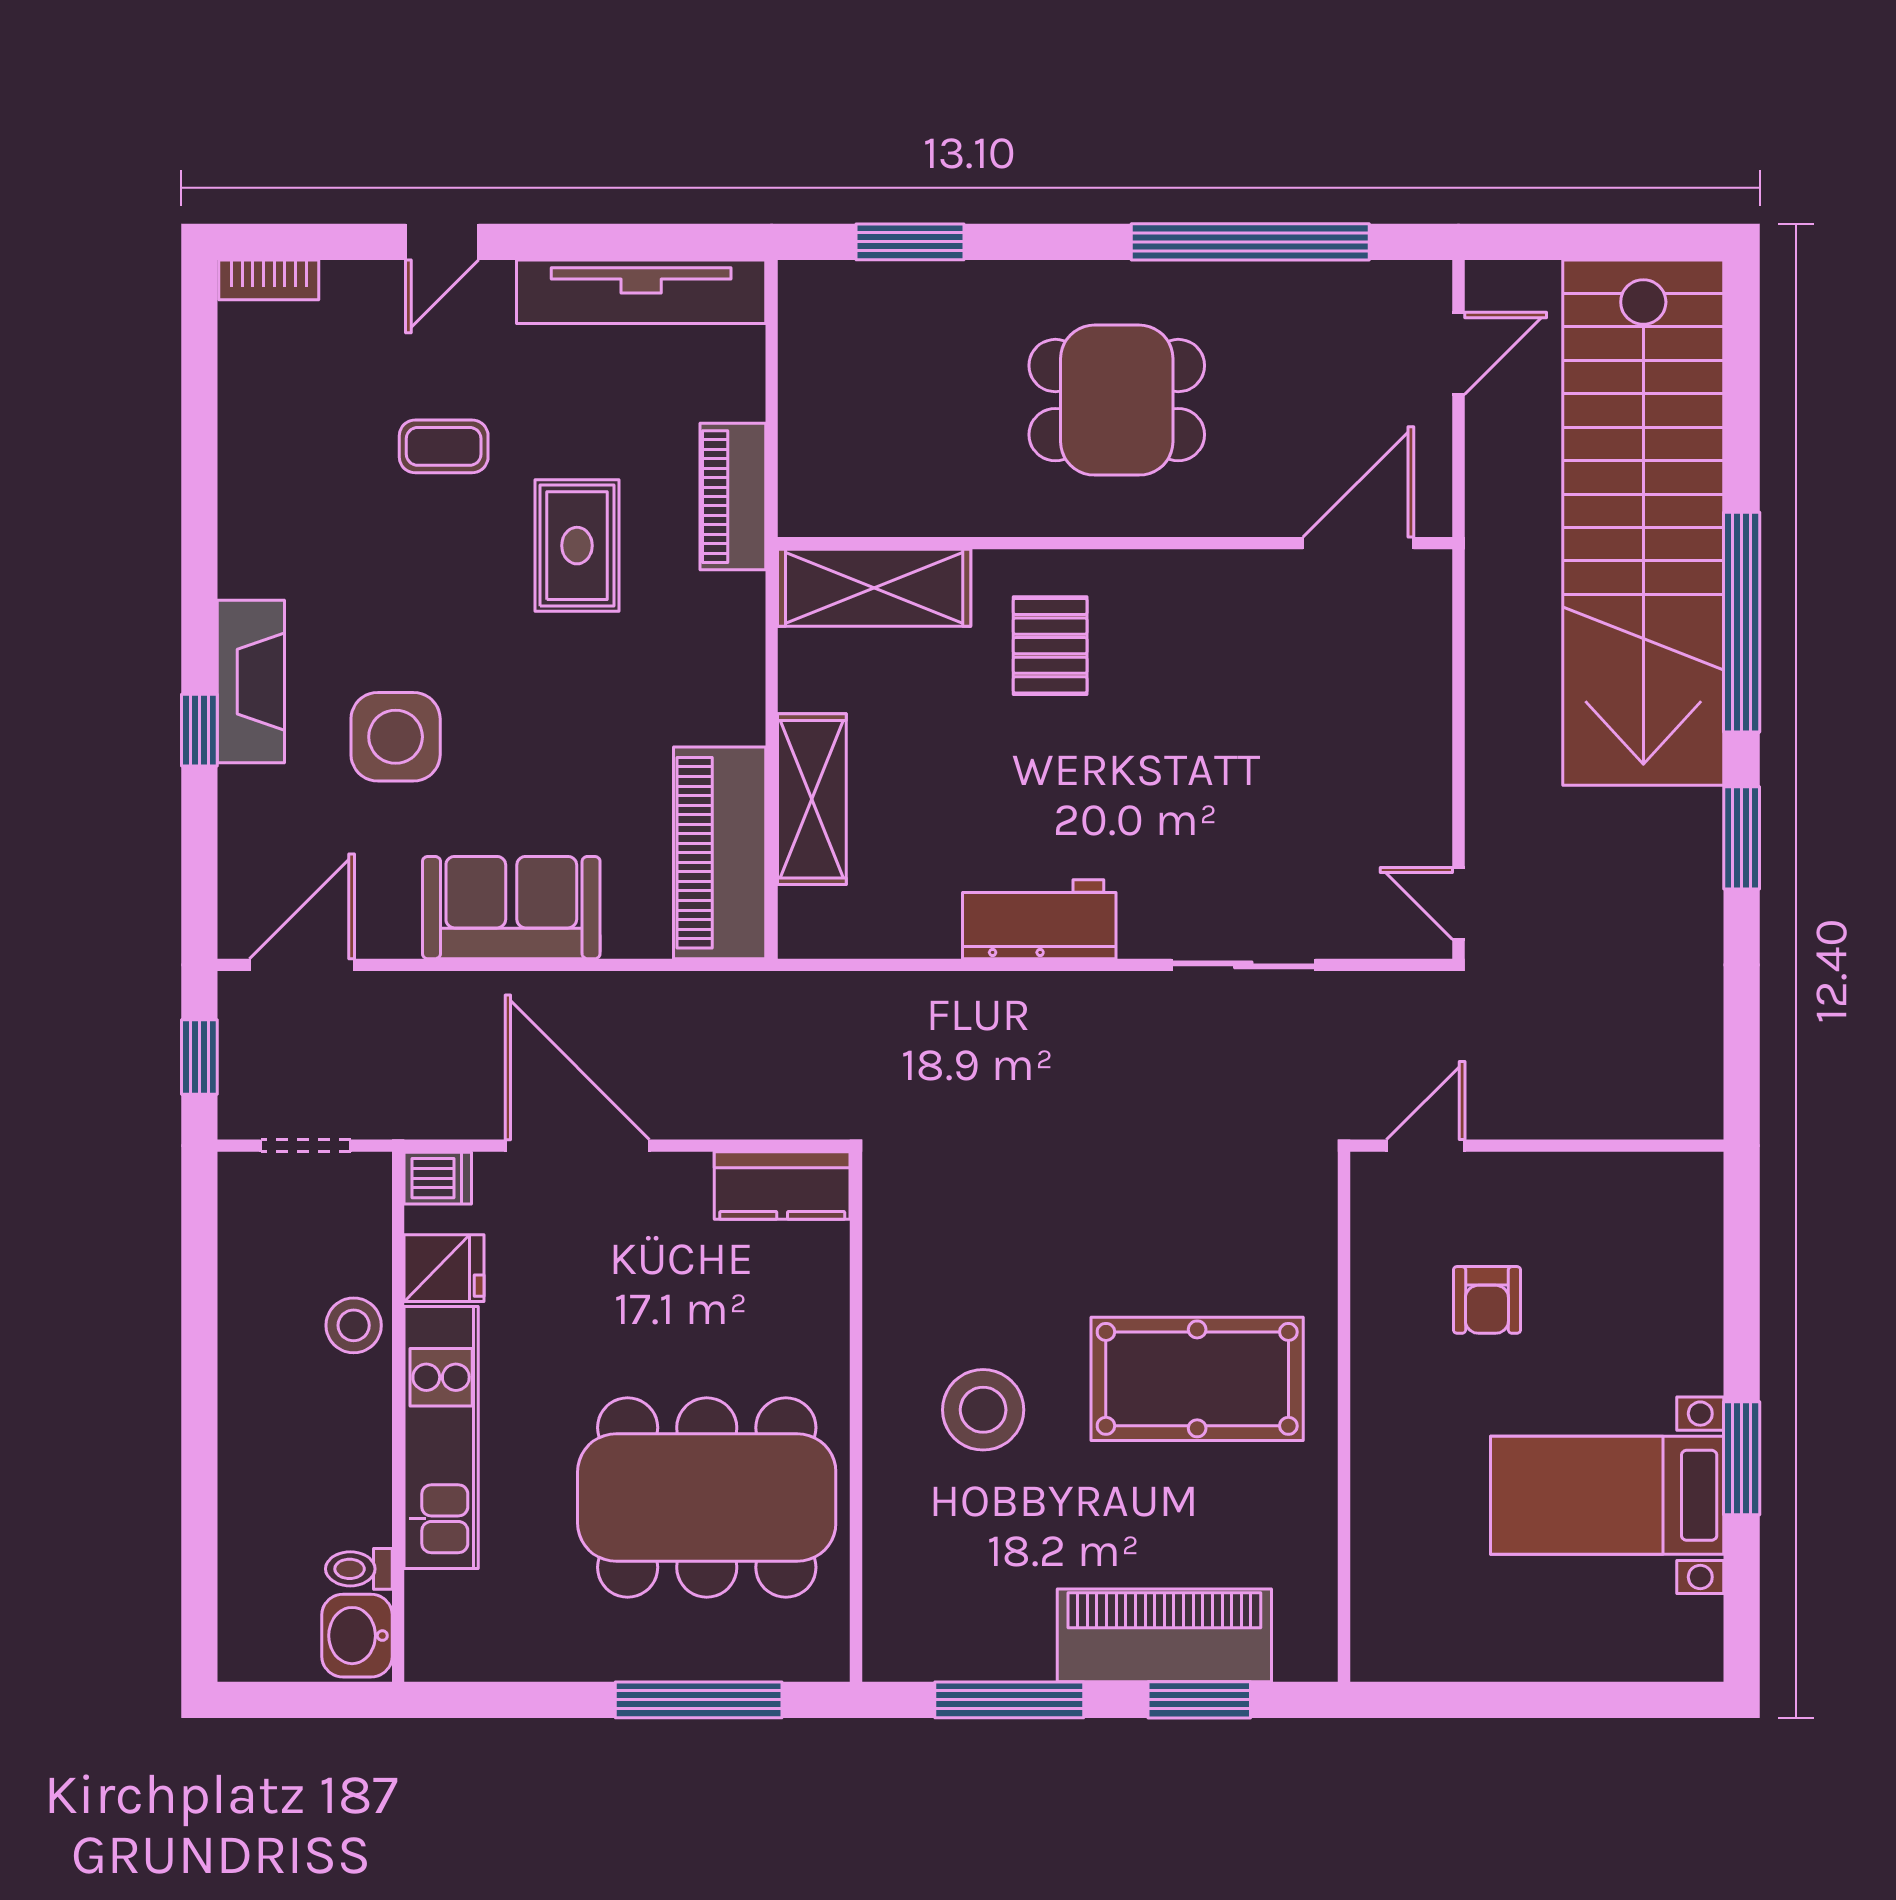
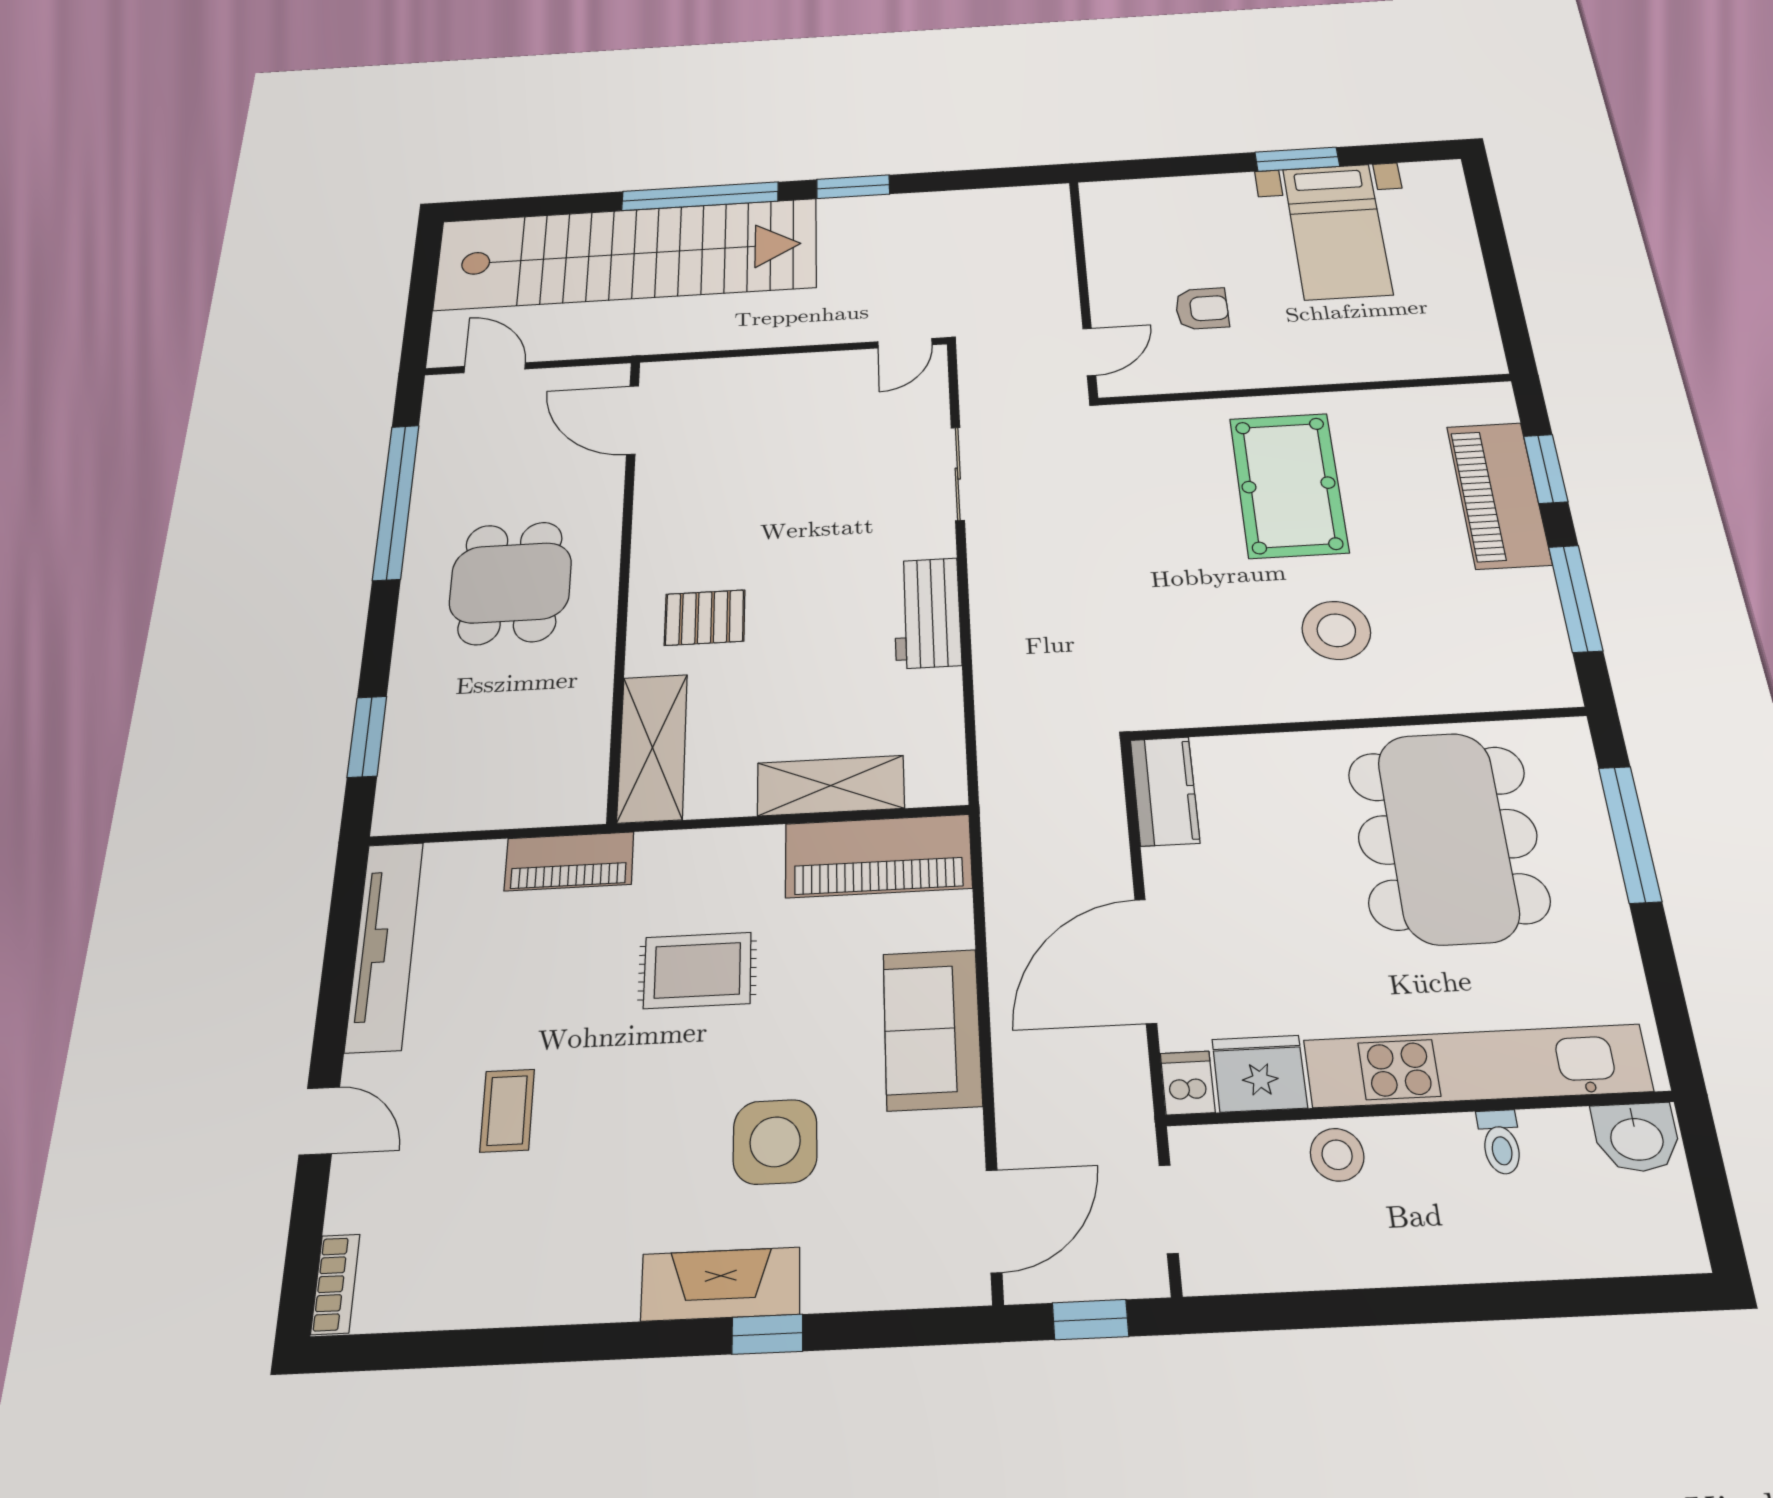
rug: (577, 546) -> (697, 970), moved
door: (302, 965) -> (994, 1221), swing flipped
door: (1426, 1146) -> (1089, 352), swing flipped
fridge: (444, 1268) -> (1260, 1074), width x1.38
kitchen unit: (441, 1437) -> (1477, 1066), width x1.36
toilet: (359, 1569) -> (1500, 1142), moved

